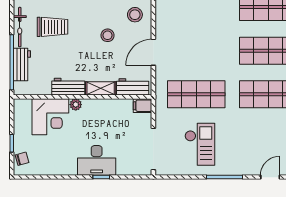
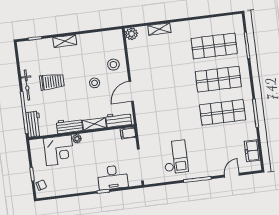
workbench: (22, 65) -> (34, 124), moved
shop shelf: (196, 94) -> (168, 119), removed
desk: (97, 160) -> (113, 177), moved

